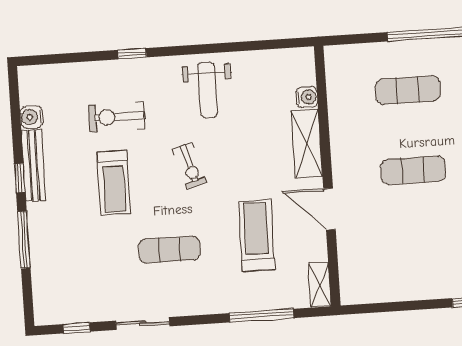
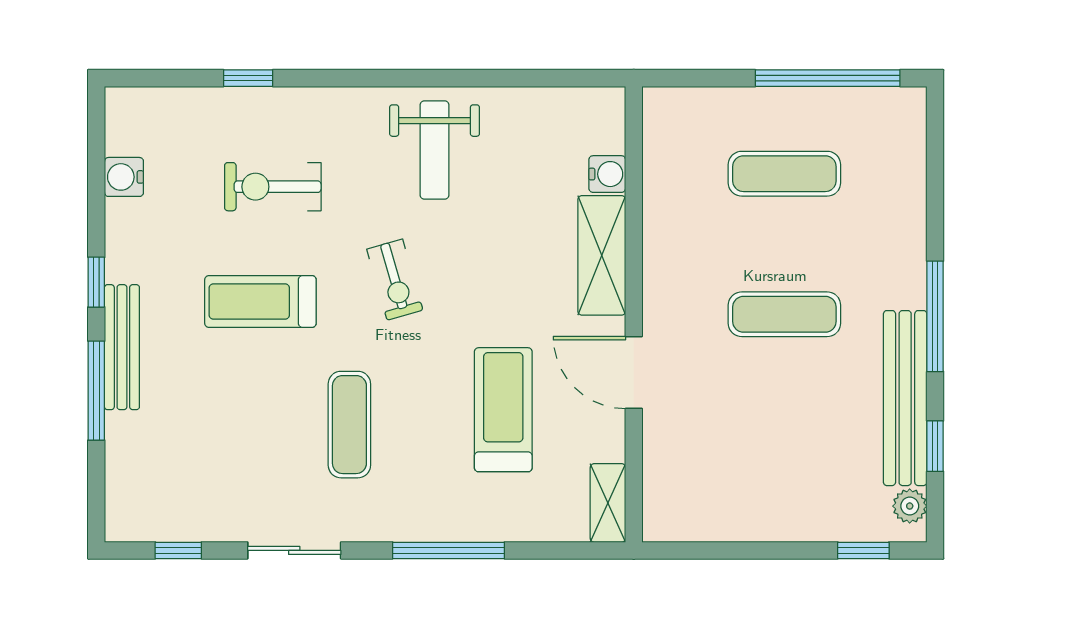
window: (132, 54) -> (248, 78), moved
bench: (34, 166) -> (122, 347), moved
treadmill: (114, 183) -> (260, 302), turned 90
exercise mat: (169, 250) -> (349, 425), turned 90
window: (261, 316) -> (449, 550), moved

